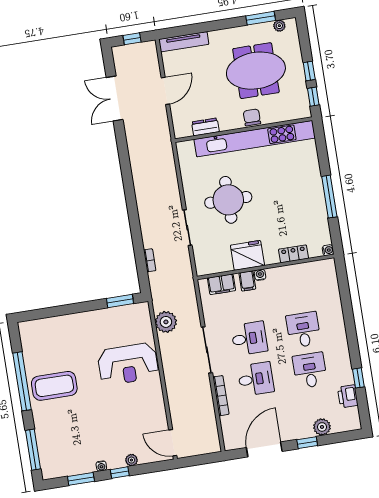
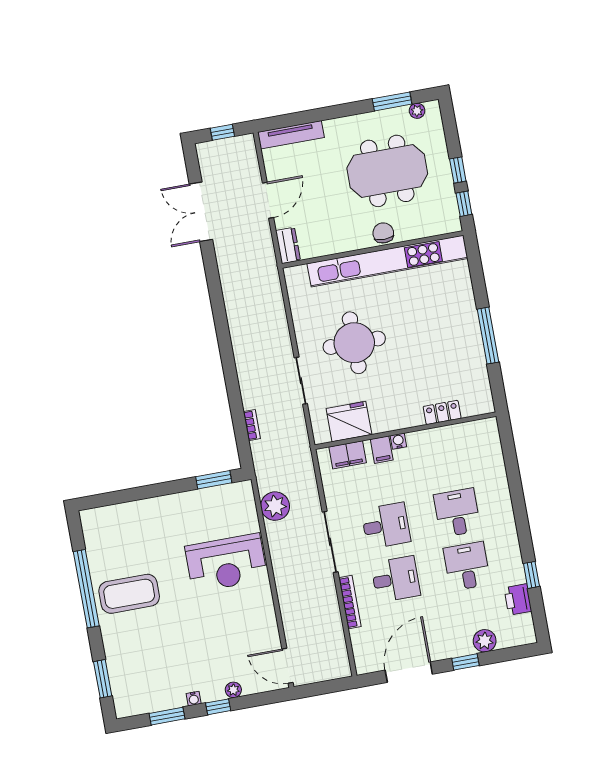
dresser: (205, 127) -> (288, 245), moved, turned 90
water cooler: (328, 250) -> (488, 407), removed
fridge: (247, 255) -> (349, 422), moved
window: (33, 450) -> (103, 679), width x0.69

